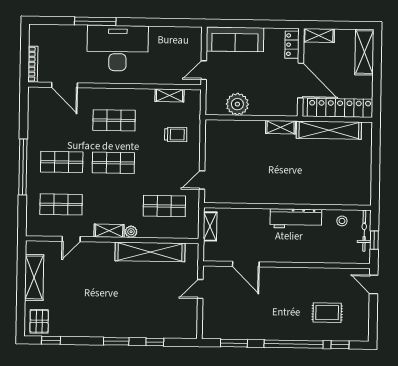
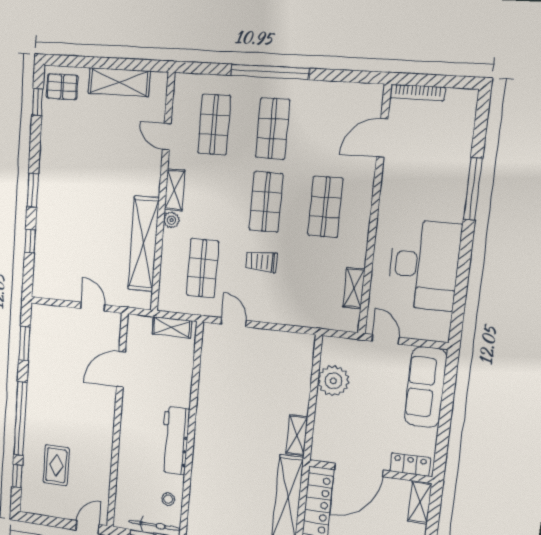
desk: (118, 48) -> (424, 265), moved
trolley: (176, 135) -> (261, 262), moved, turned 90

